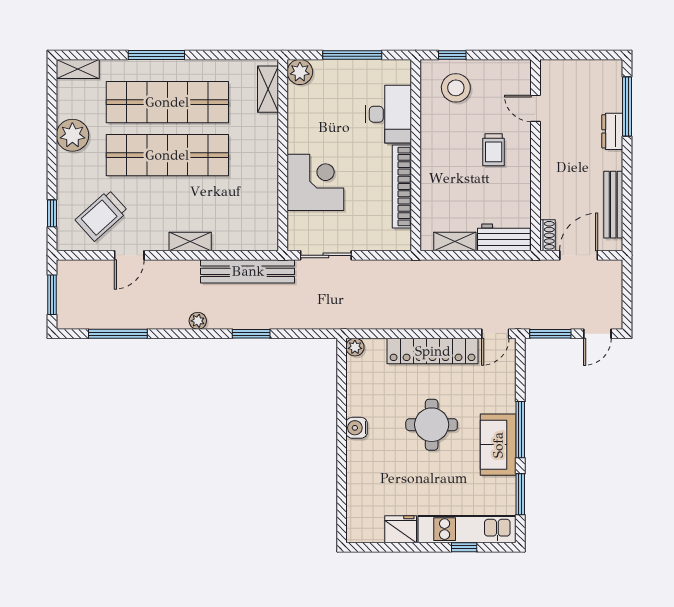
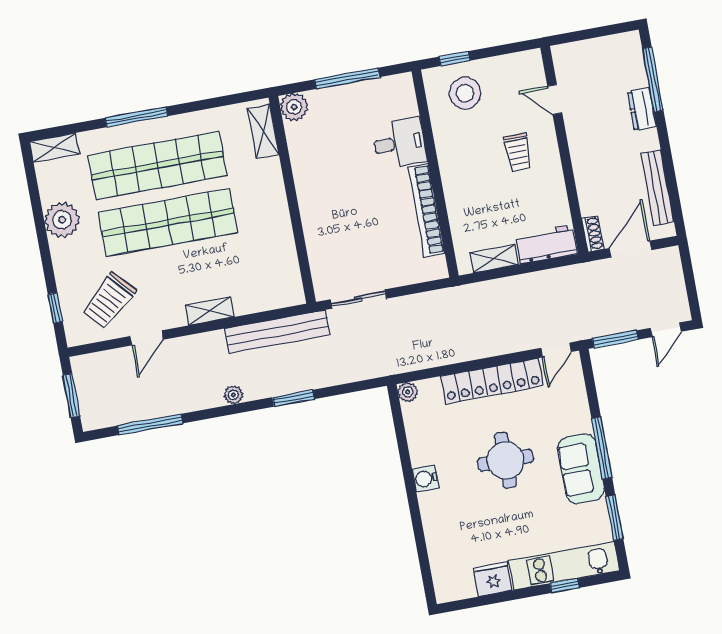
desk: (389, 114) -> (399, 143), width x0.73
corner desk: (315, 182) -> (333, 223), removed

